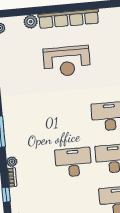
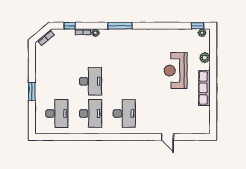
row of seats: (69, 19) -> (204, 88), width x0.73
reception desk: (67, 61) -> (176, 71), moved

